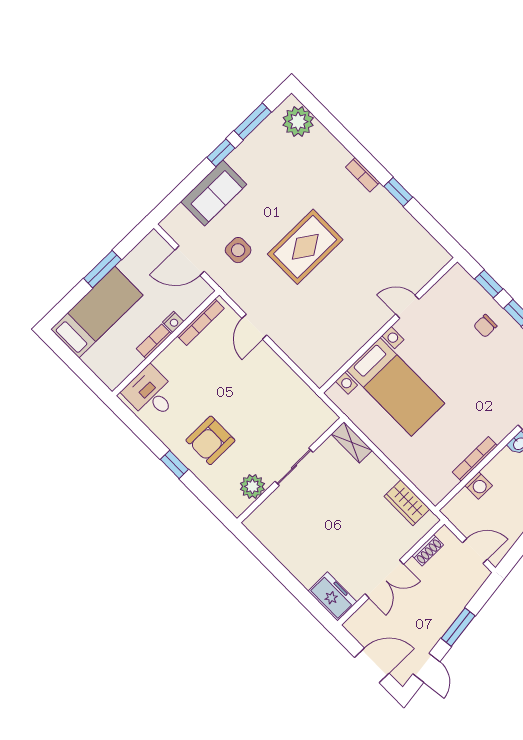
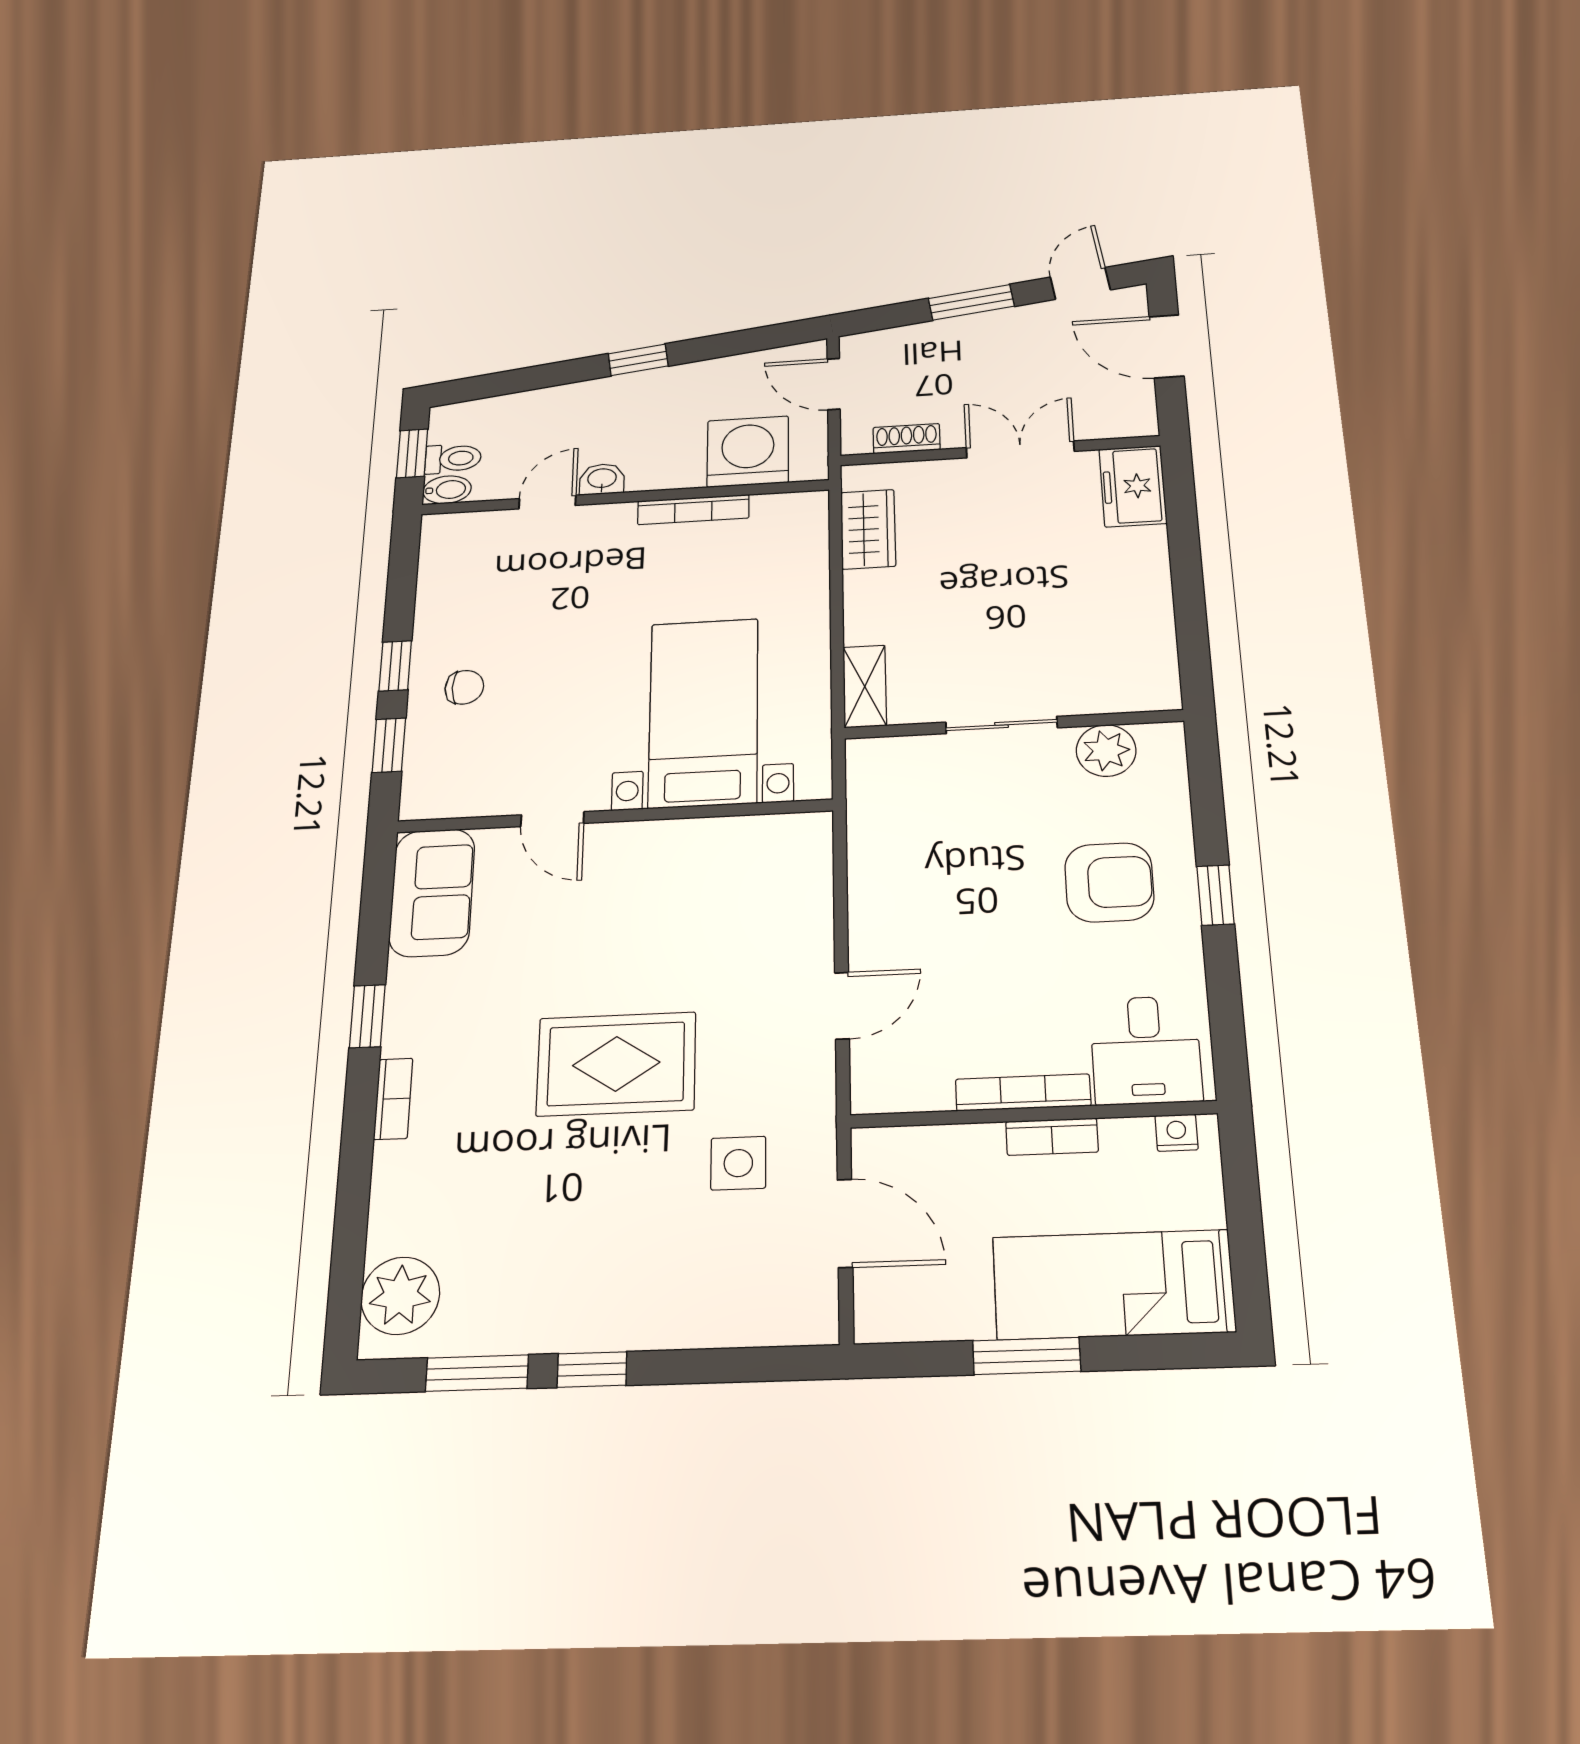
sofa: (214, 193) -> (432, 892), moved, turned 90
nightstand: (173, 322) -> (1176, 1133), moved
bookcase: (201, 322) -> (1023, 1092), moved
washing machine: (479, 486) -> (748, 452), width x1.89, depth x1.89

